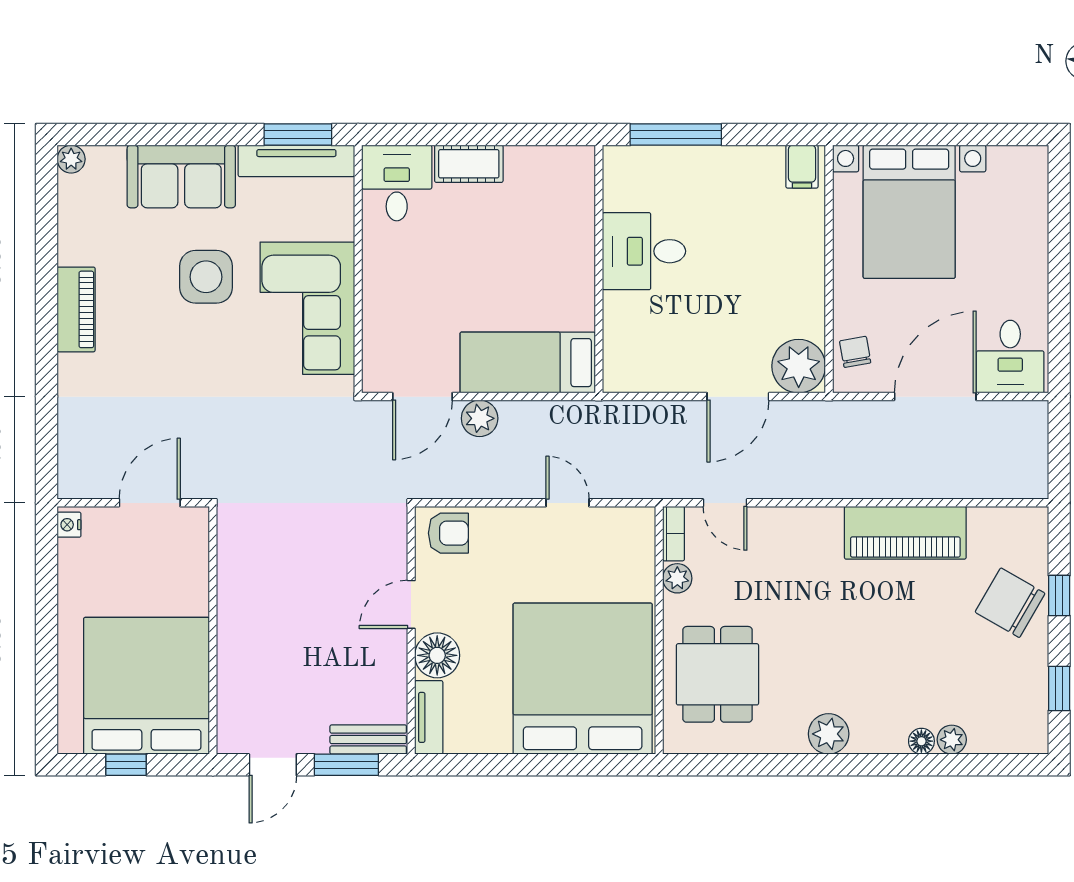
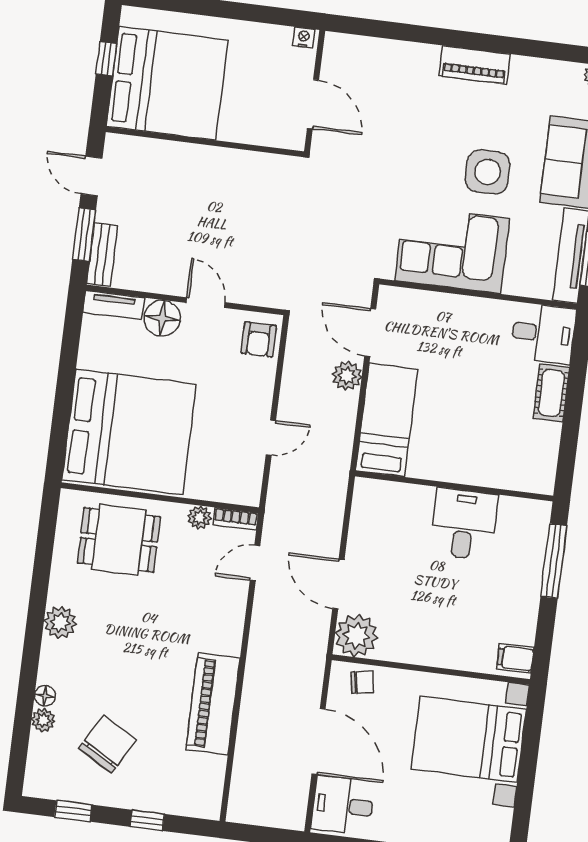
chair: (1010, 603) -> (107, 744), moved

